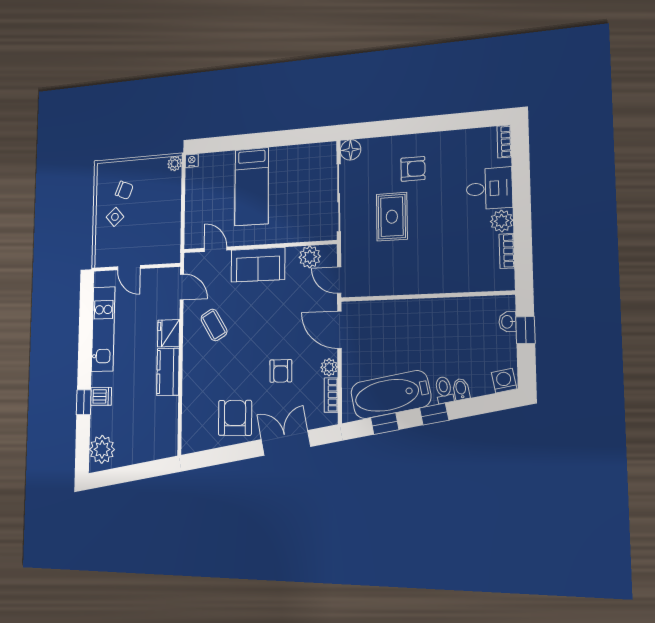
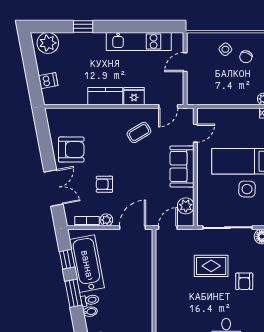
side table: (288, 175) -> (247, 189), added
dishwasher: (101, 396) -> (48, 81), moved, turned -101
window: (434, 414) -> (73, 293), width x1.50

